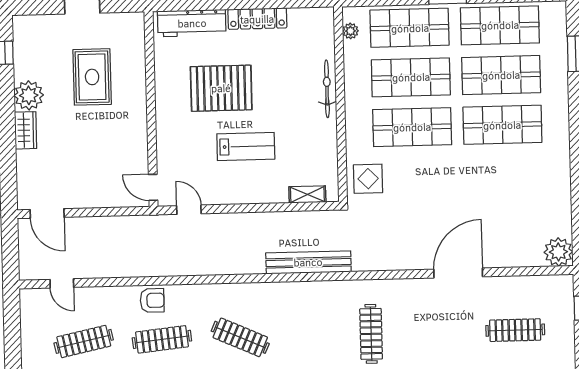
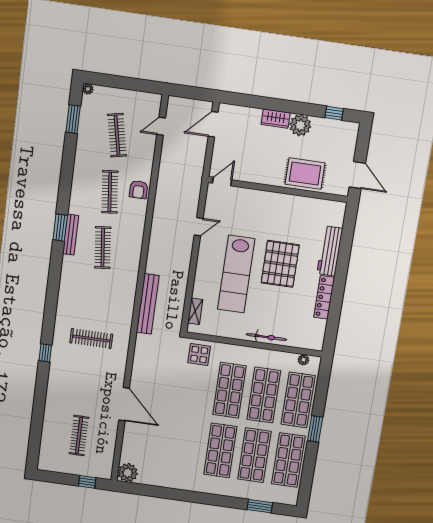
wall: (151, 109) -> (278, 189), moved
lab bench: (246, 146) -> (236, 274), width x1.86, depth x1.39
door: (153, 187) -> (222, 181), moved
clothes rail: (240, 337) -> (103, 248), turned -30

